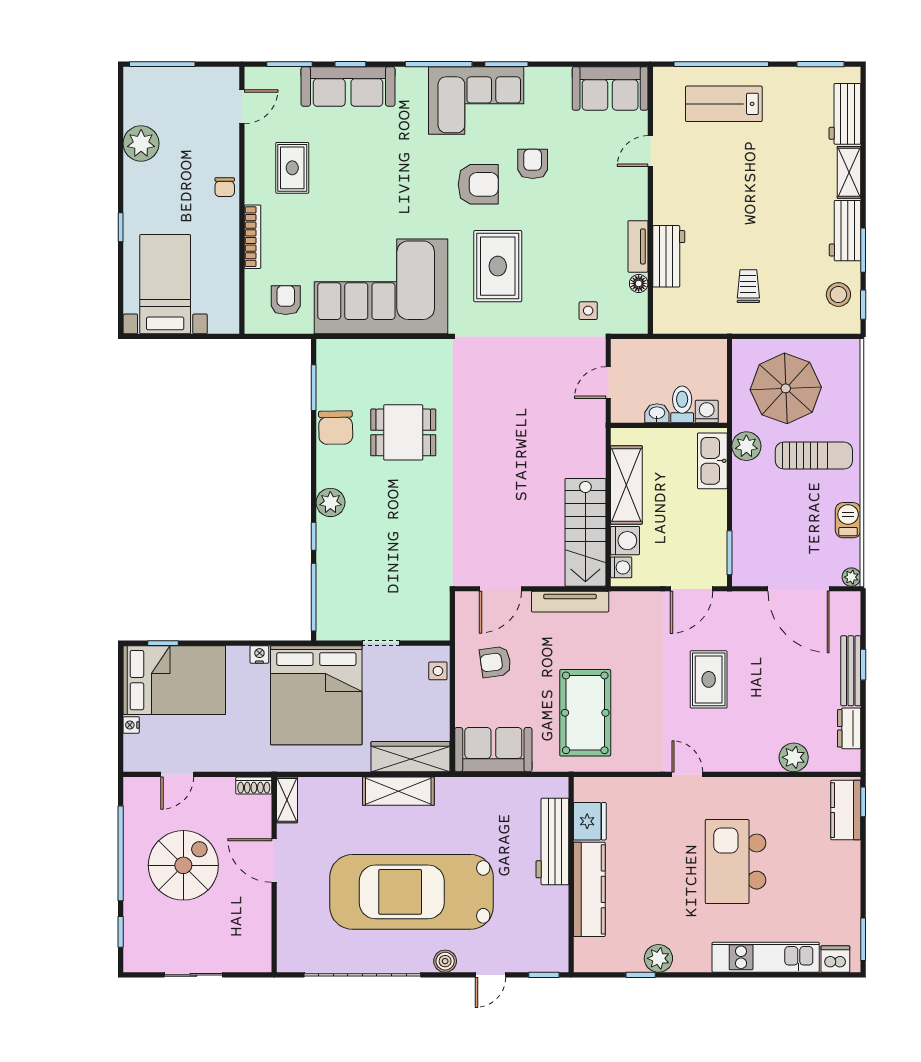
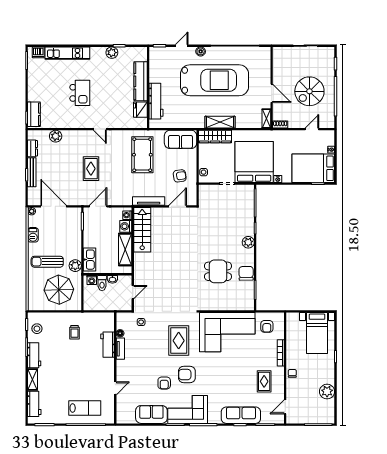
sofa: (610, 88) -> (151, 414), moved
kitchen island: (736, 862) -> (80, 93), width x0.73, depth x0.78

